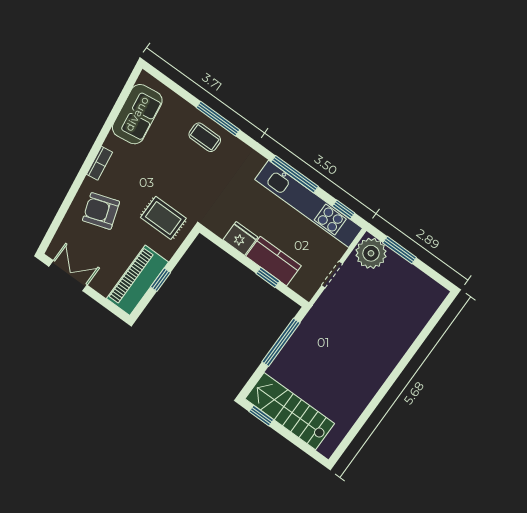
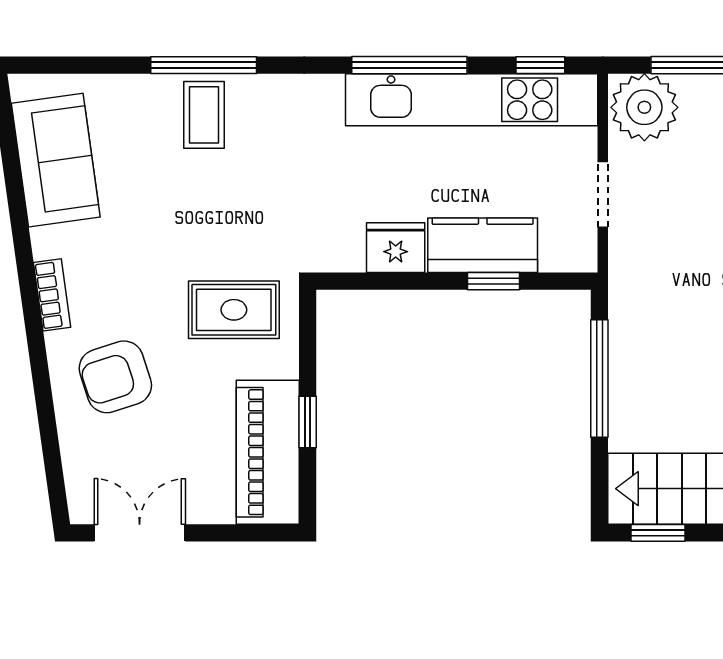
coffee table: (205, 137) -> (204, 115), turned 90

